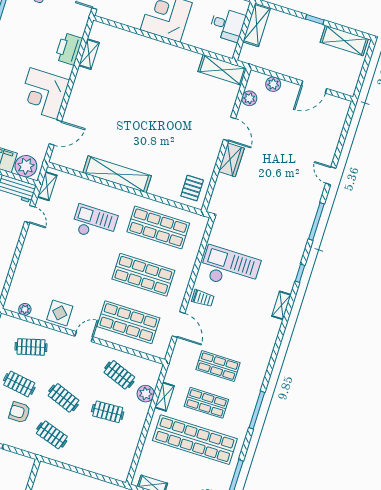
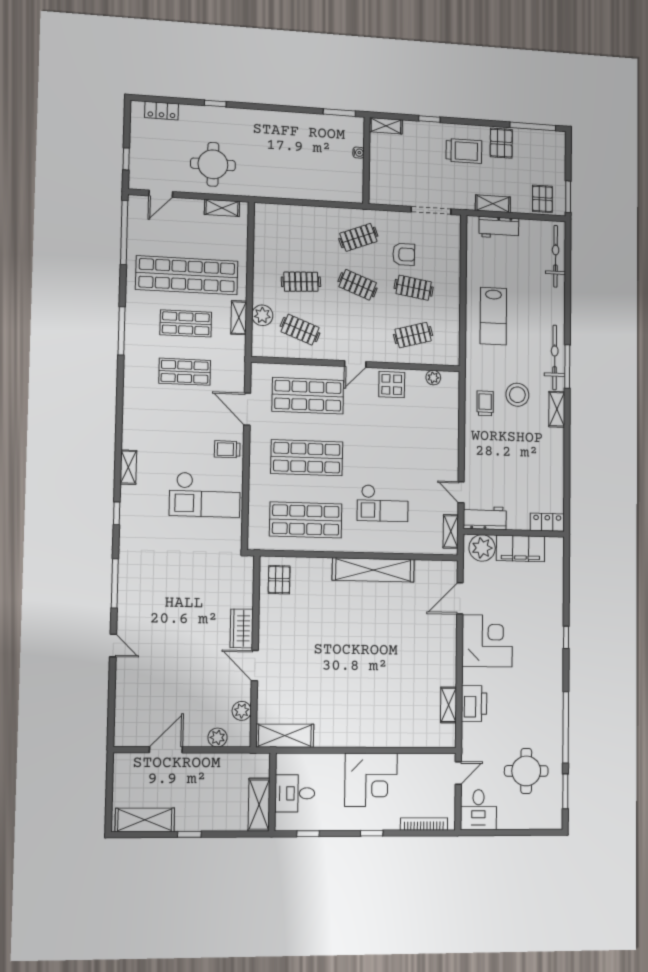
clothes rail: (52, 435) -> (358, 237), turned -39

